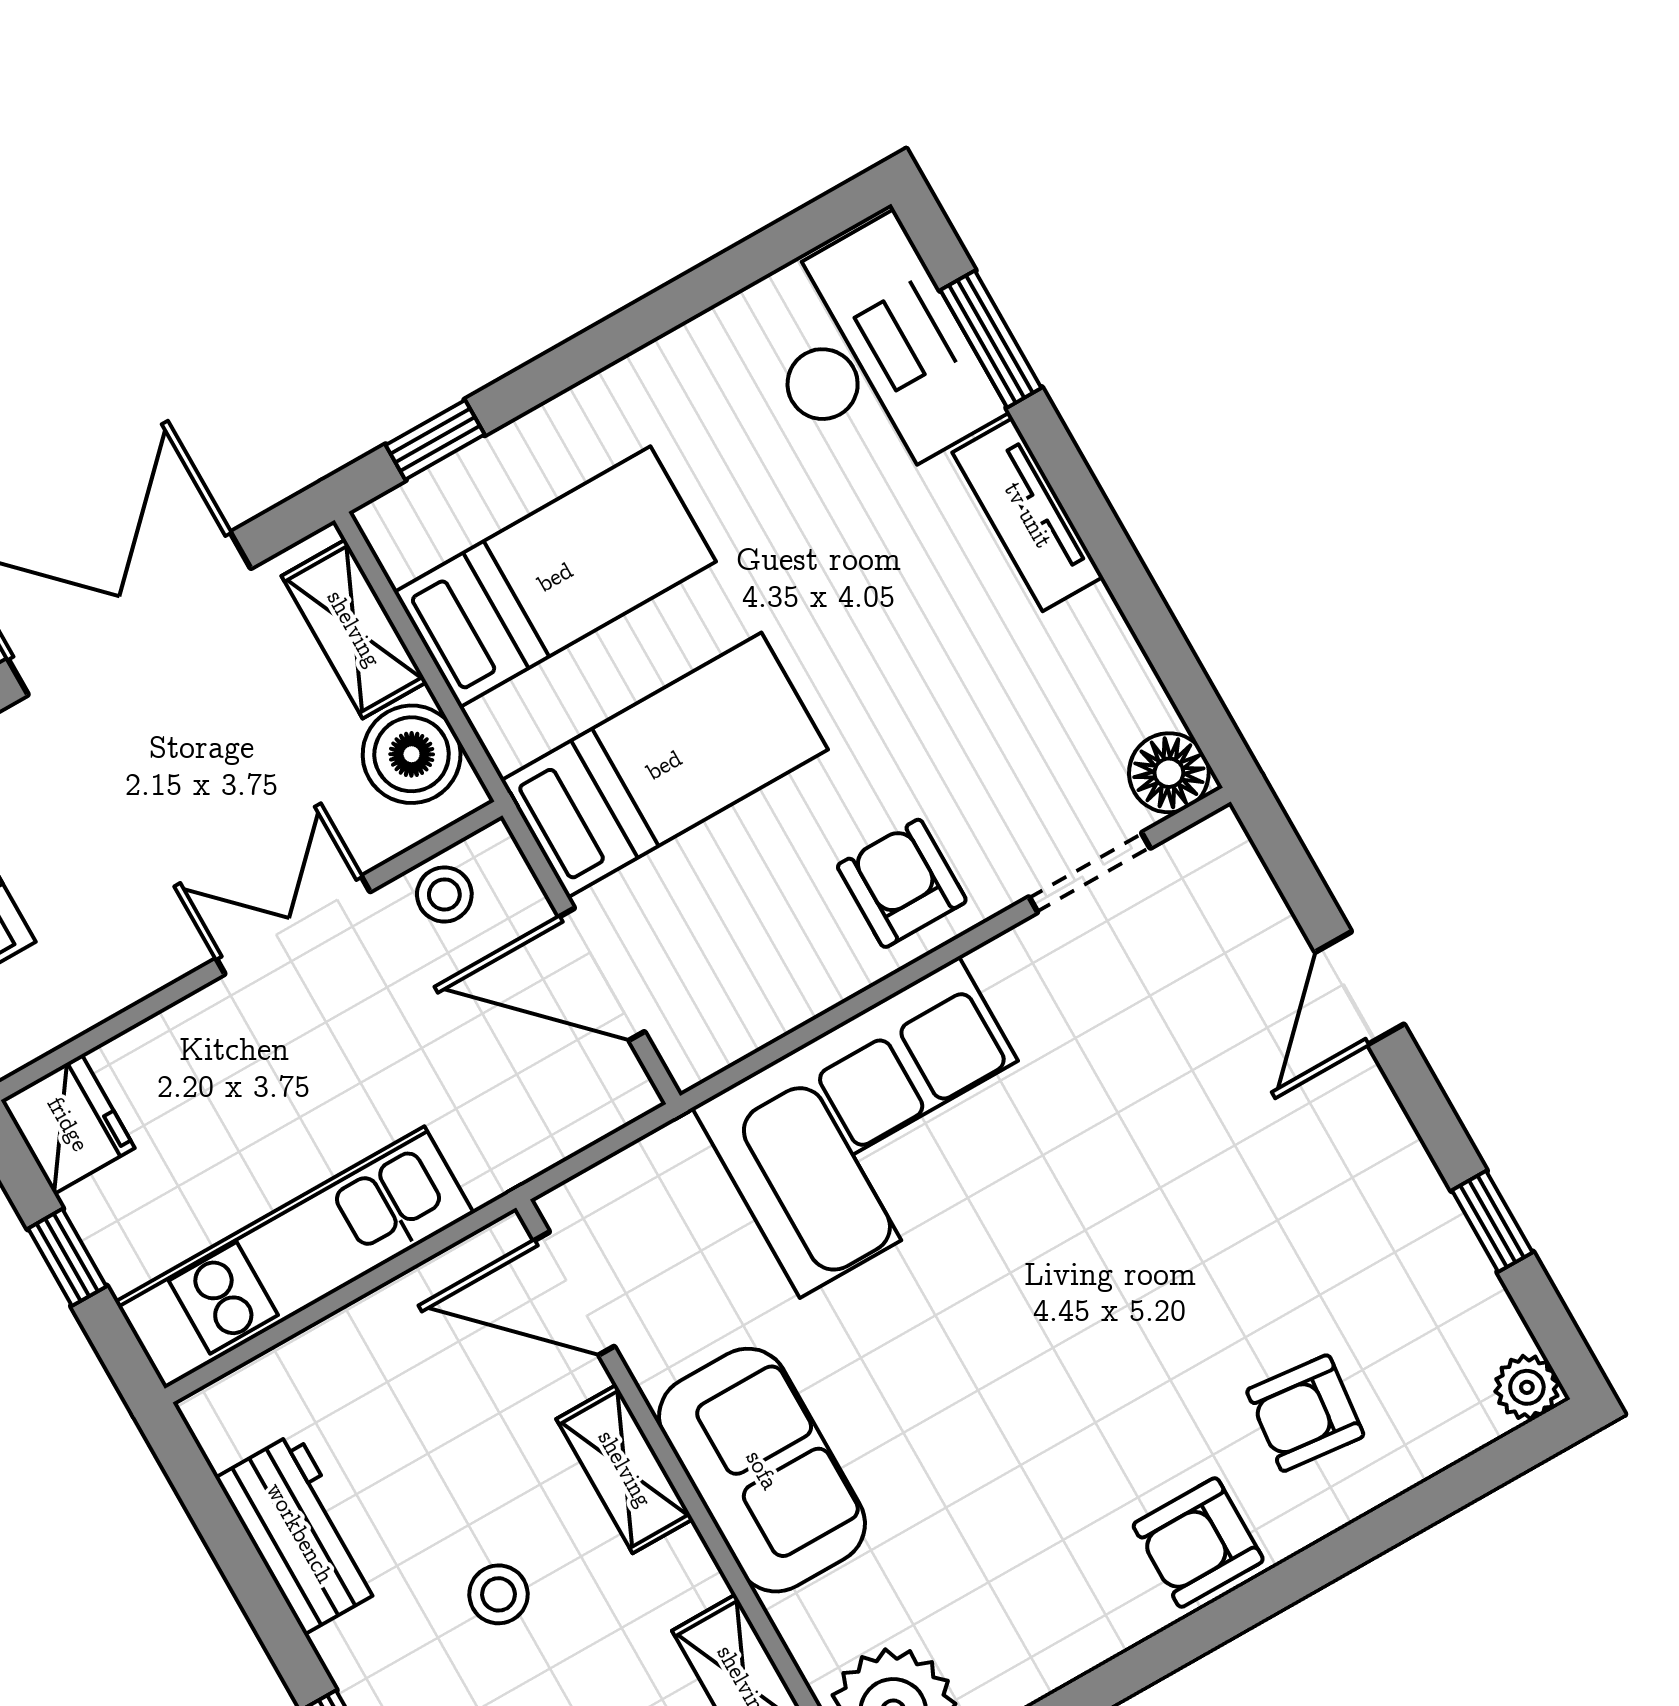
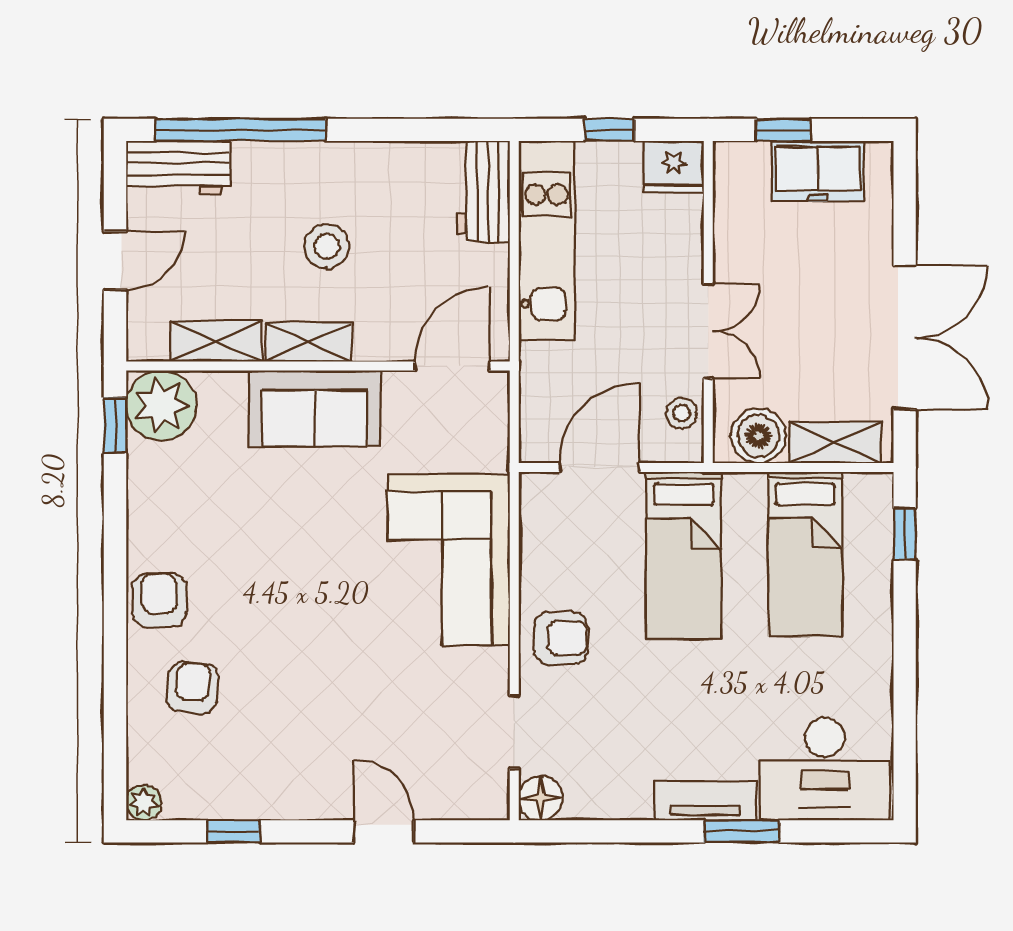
window: (991, 339) -> (742, 831), moved
shelving: (625, 1469) -> (308, 342), moved
workbench: (300, 1533) -> (484, 191), moved, turned 90
stool: (498, 1594) -> (327, 246), width x1.37, depth x1.37

